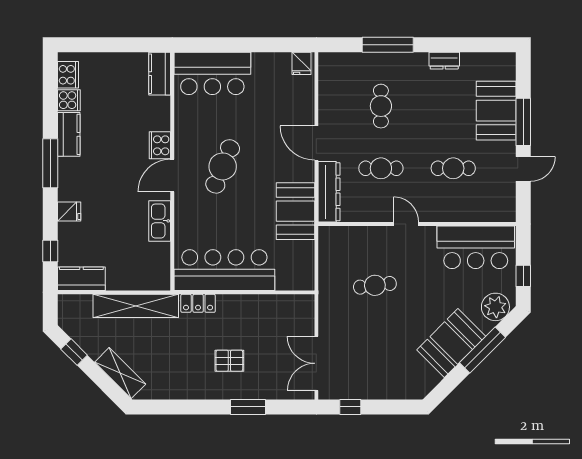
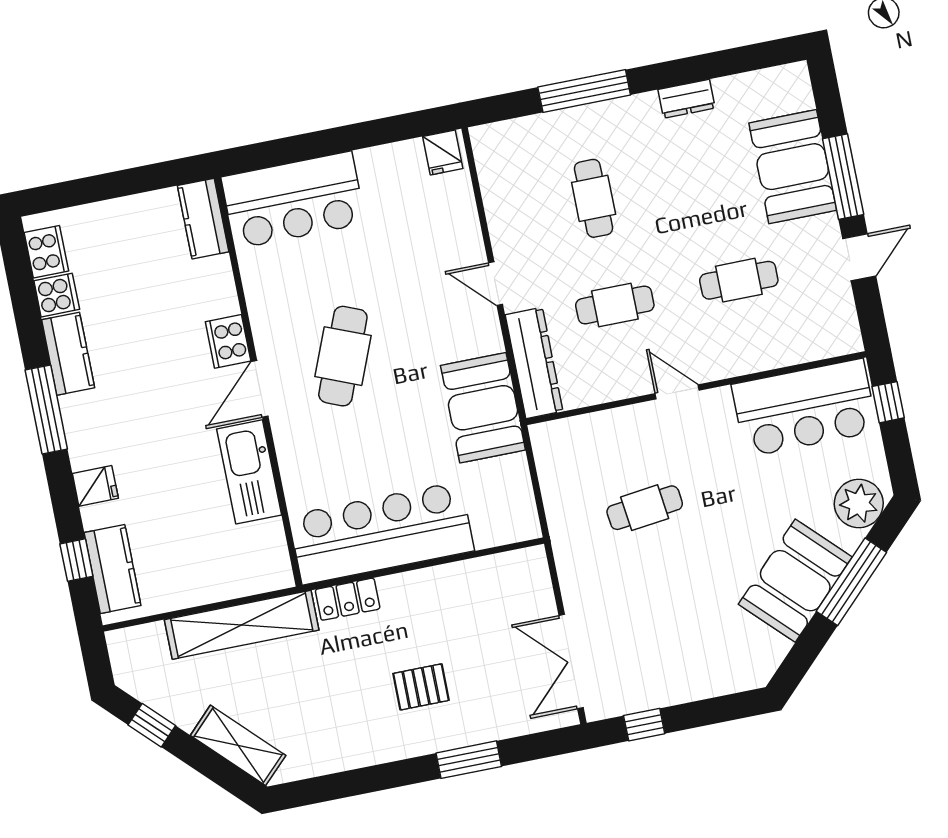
door: (316, 143) -> (496, 284), width x0.73
kitchen sink: (160, 221) -> (249, 472), width x1.36, depth x1.24
window: (523, 276) -> (888, 402), moved
kitchen counter: (81, 279) -> (113, 569), moved, turned 90

